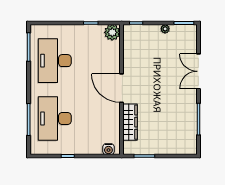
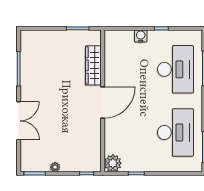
door: (122, 88) -> (103, 102), hinge flipped
water cooler: (108, 149) -> (141, 36), moved

